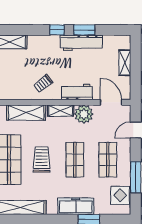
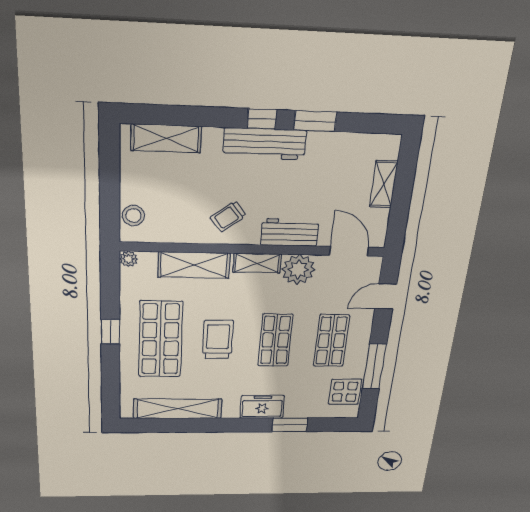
workbench: (81, 43) -> (265, 144), moved
freezer: (76, 206) -> (262, 407), width x0.71

